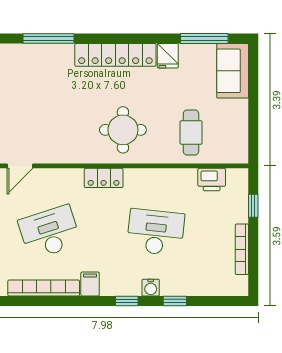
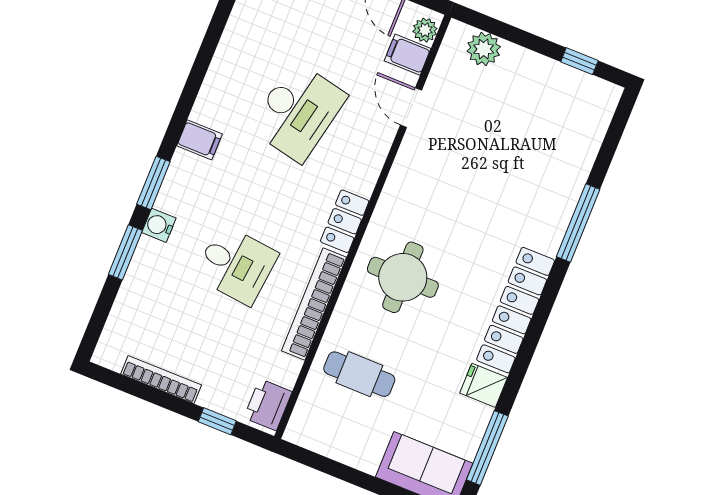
printer: (212, 180) -> (268, 405), moved
desk: (50, 232) -> (298, 112), turned 30
desk: (156, 232) -> (236, 265), width x0.73
bookcase: (44, 288) -> (314, 304), moved, turned 180
window: (127, 301) -> (153, 183), width x1.50
window: (175, 301) -> (125, 252), width x1.50

